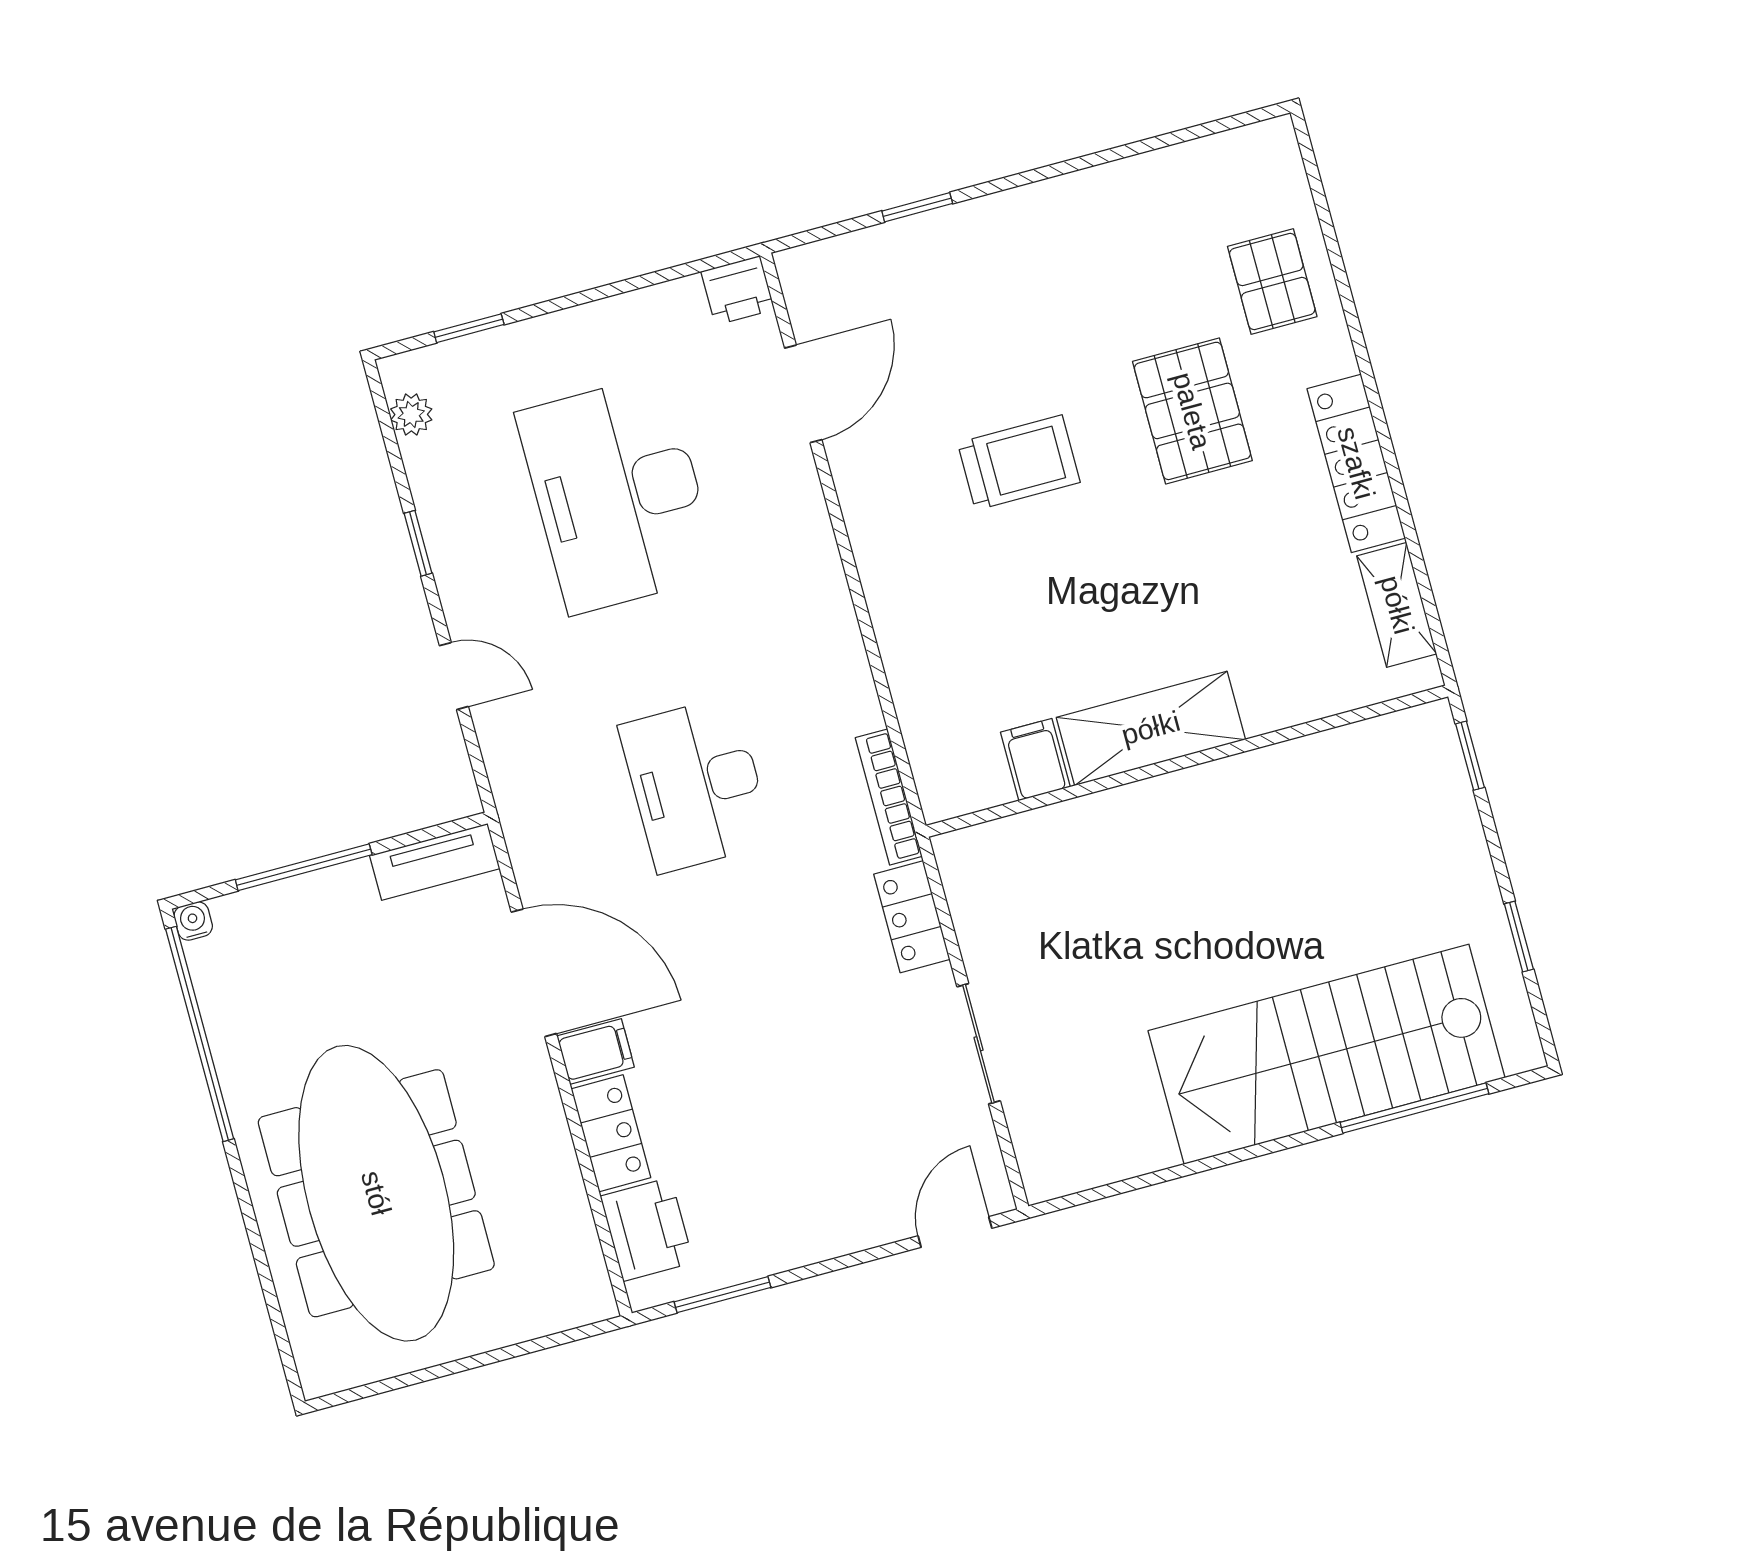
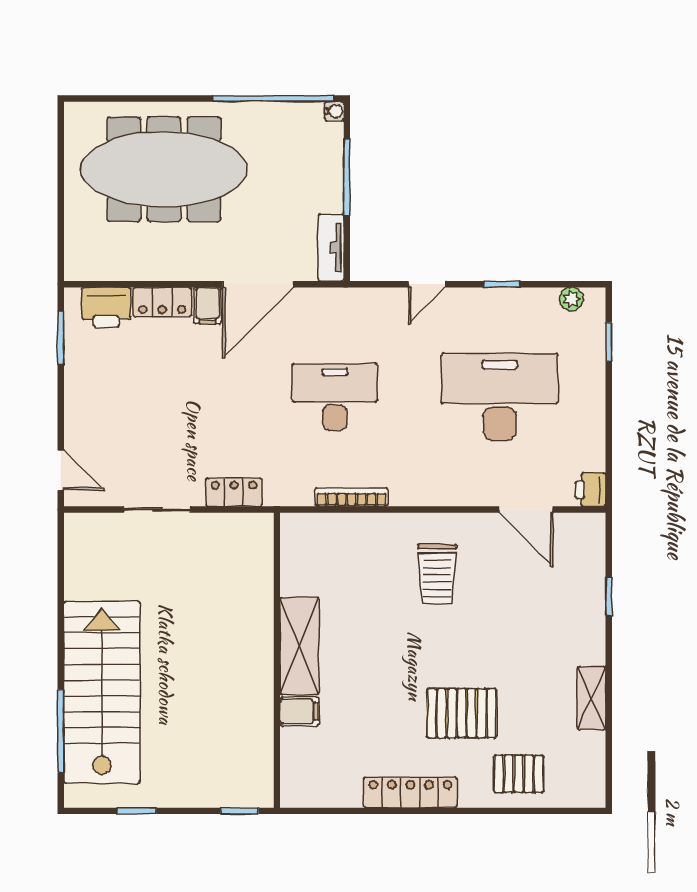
trolley: (1019, 463) -> (437, 574), moved
shelving: (1397, 605) -> (591, 698), moved, turned 90
filing cabinet: (1035, 760) -> (299, 711), moved
bookcase: (889, 797) -> (352, 497), moved

